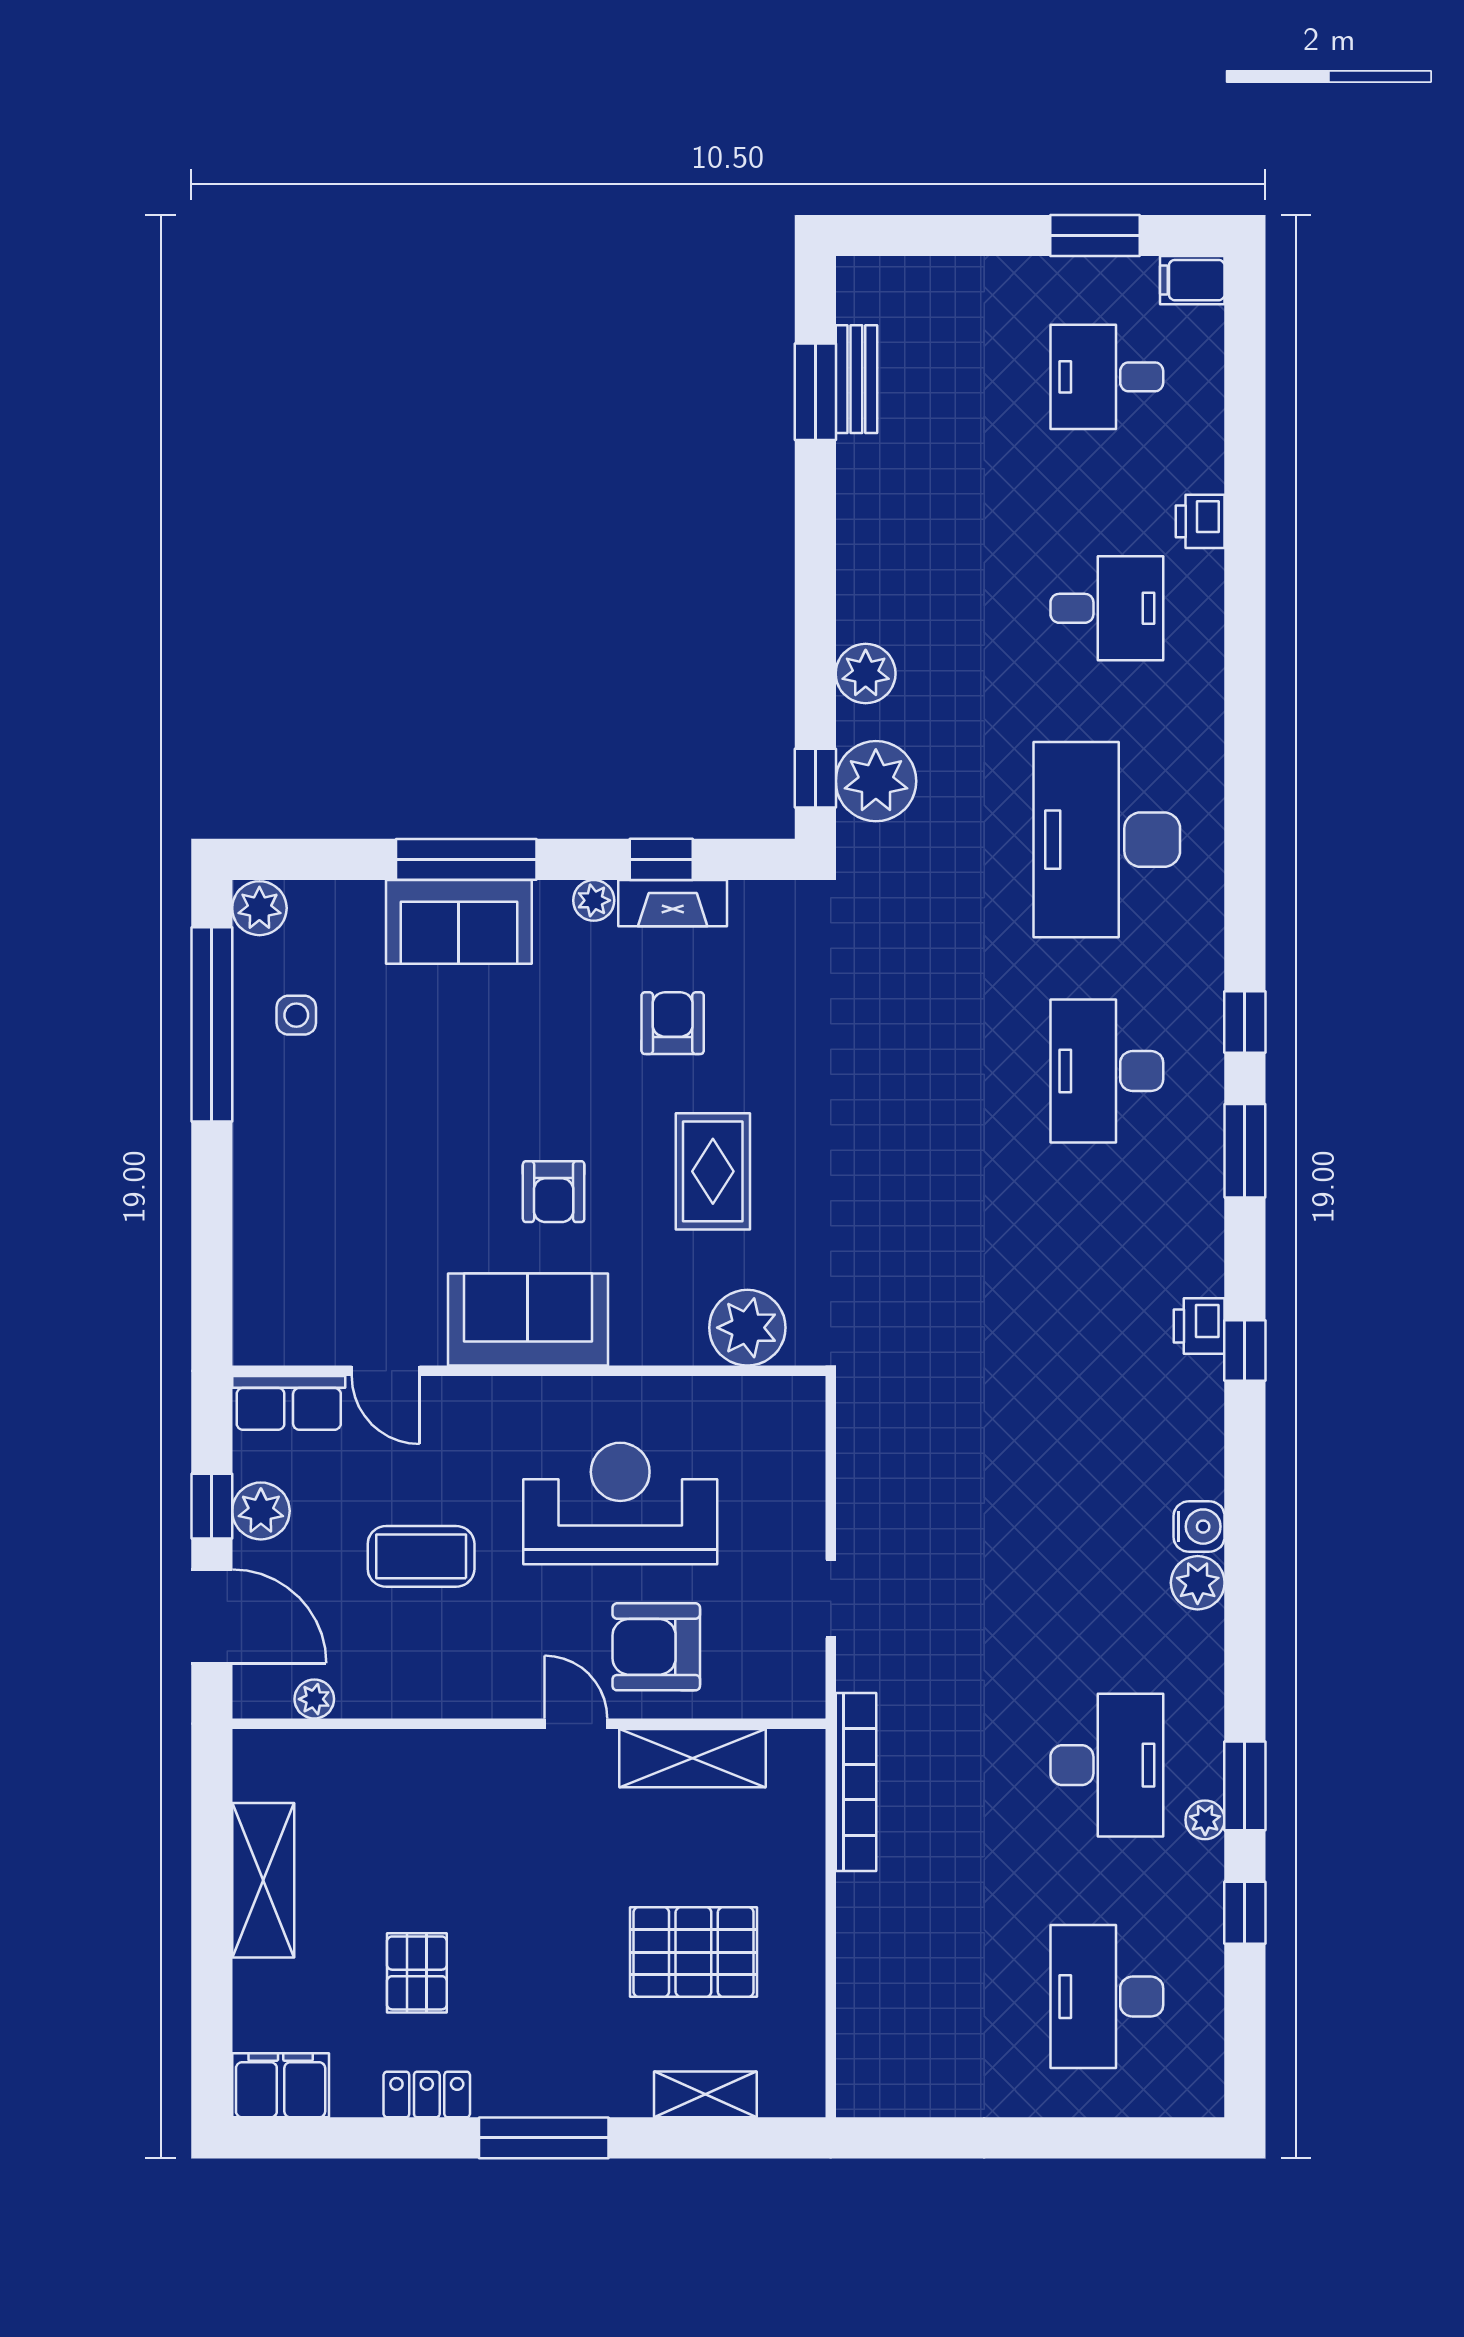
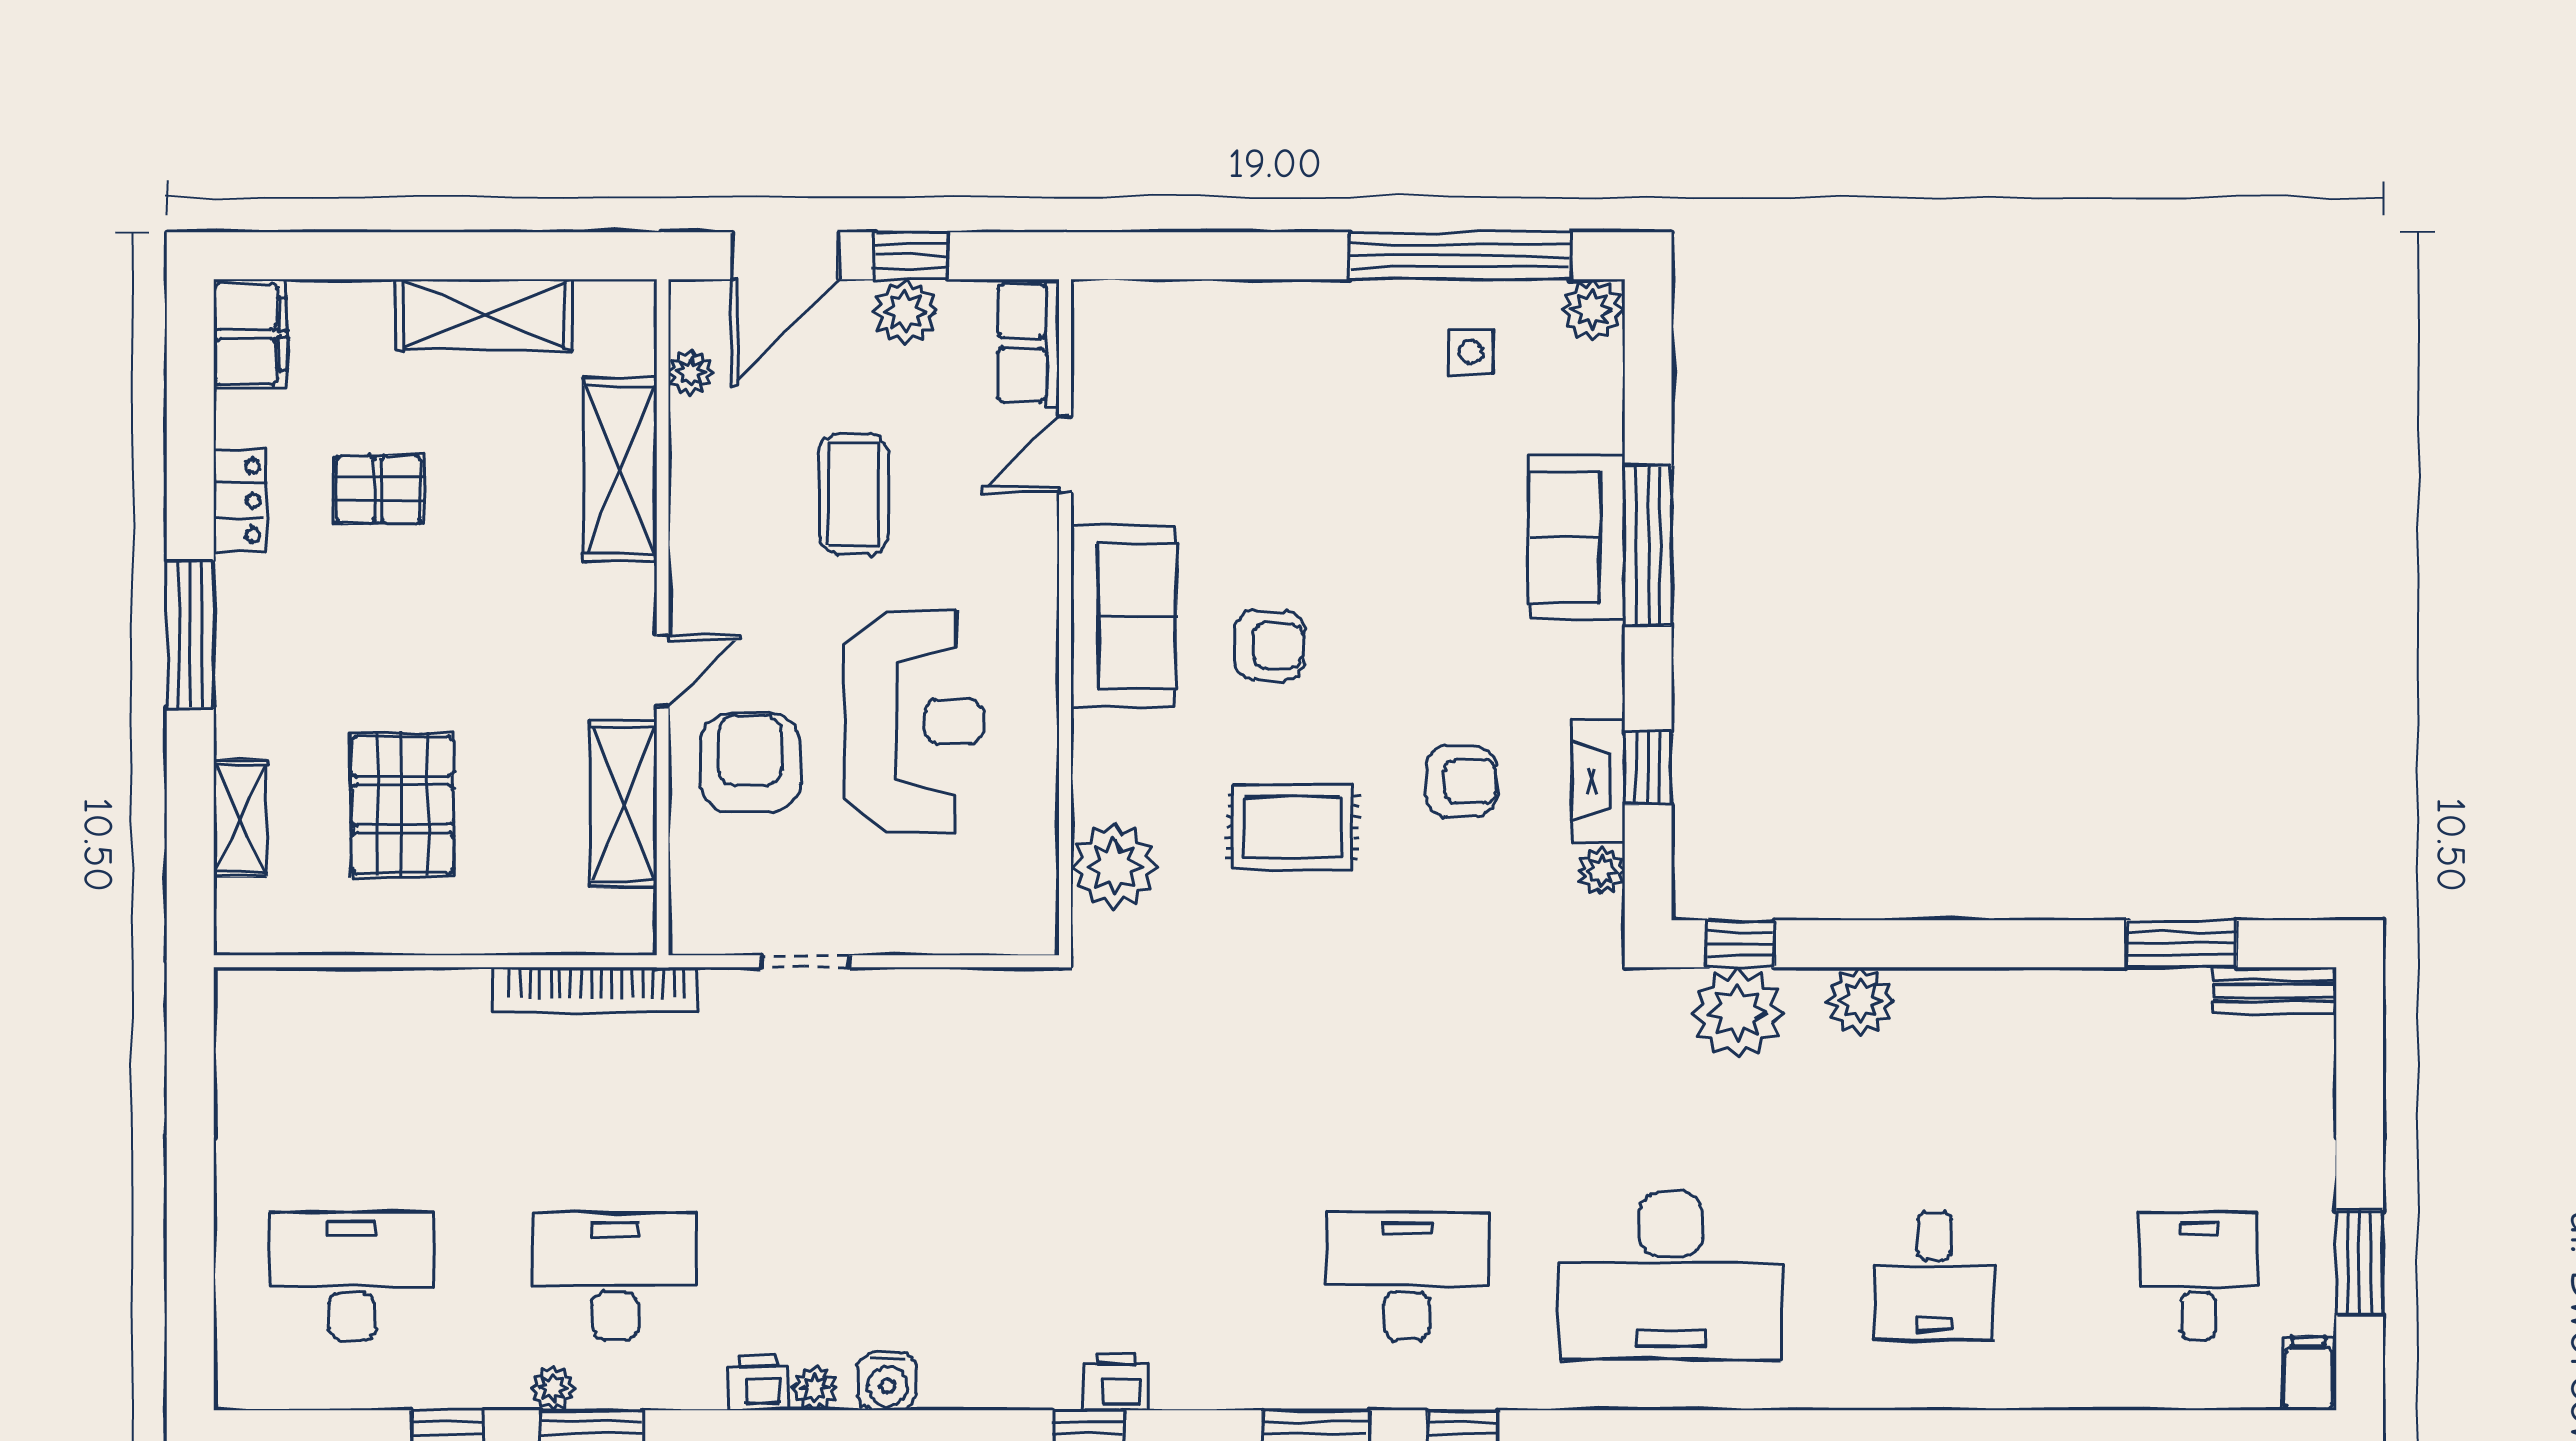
bench: (856, 379) -> (2275, 991), moved
printer: (1200, 521) -> (758, 1383), moved
desk: (1107, 840) -> (1671, 1276), turned 180
plant: (594, 900) -> (1601, 871), moved
armchair: (554, 1192) -> (1269, 645), turned 180
plant: (1198, 1583) -> (815, 1388), width x0.73, depth x0.73
shelving: (400, 1761) -> (620, 470), added
desk: (1107, 1765) -> (615, 1276), turned 180

